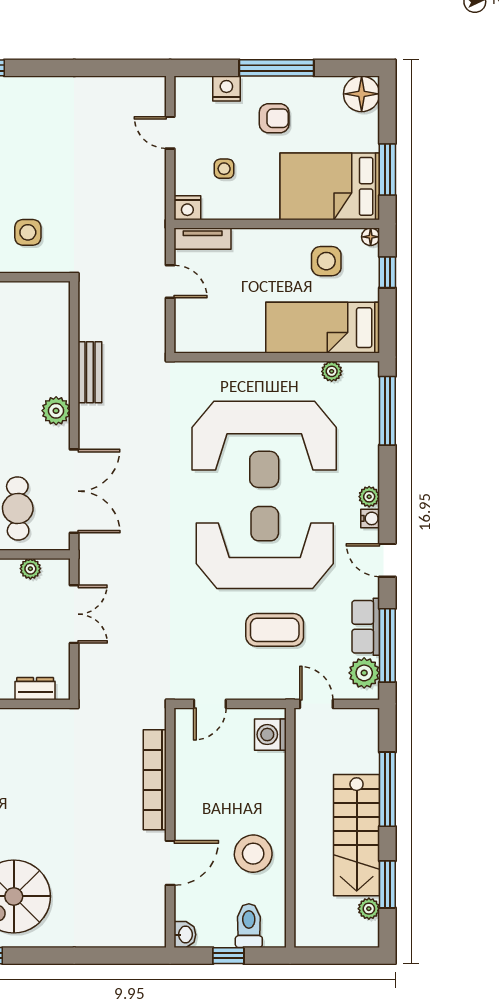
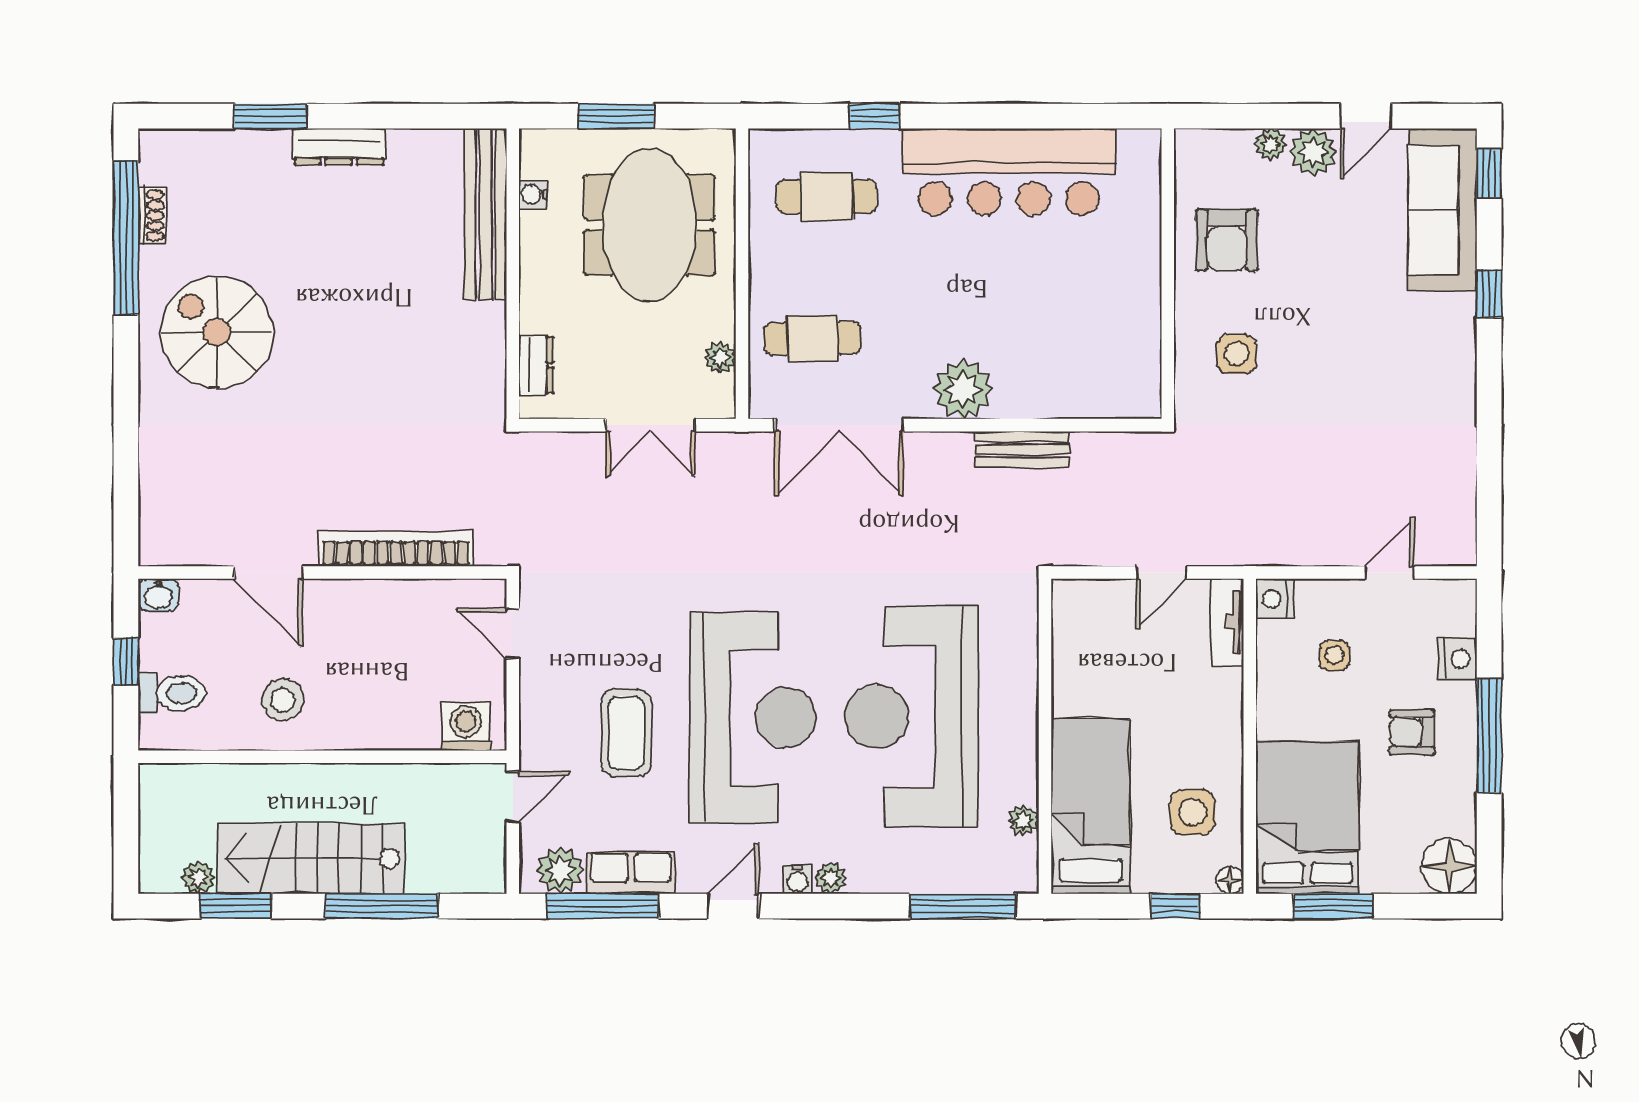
armchair: (274, 118) -> (1412, 732), turned 90
plant: (56, 411) -> (963, 389), width x1.36, depth x1.36
stool: (253, 854) -> (283, 700), width x0.73, depth x0.73

